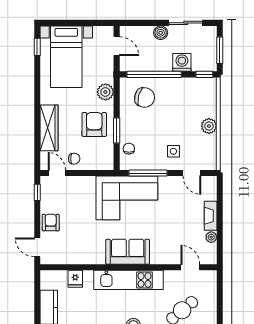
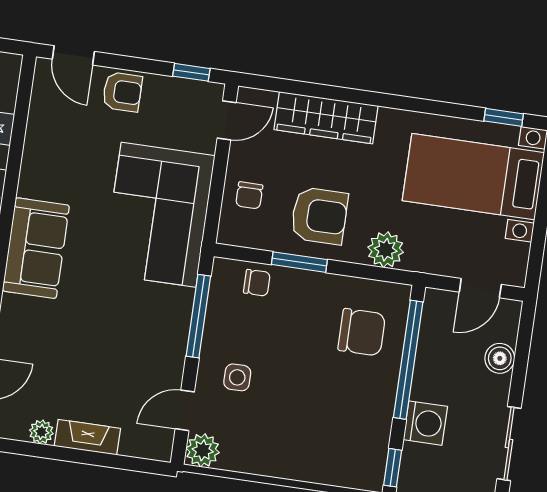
boiler: (161, 33) -> (500, 358), moved
chair: (145, 97) -> (362, 332), turned -104
plant: (209, 126) -> (203, 450), moved
chair: (74, 159) -> (249, 195), moved
corner sofa: (127, 198) -> (159, 215), moved
door: (37, 247) -> (73, 55), swing flipped

